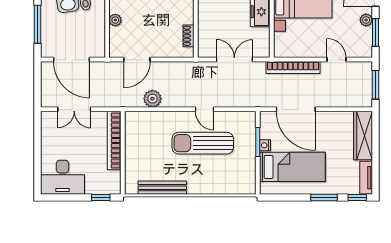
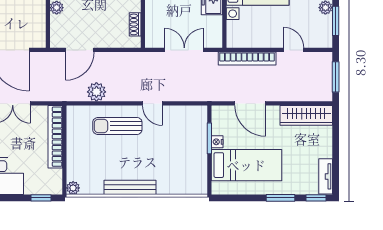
door: (296, 109) -> (250, 103), width x0.73
wardrobe: (363, 135) -> (306, 115), moved, turned -90
sun lounger: (203, 143) -> (117, 126), moved, width x0.73, depth x0.75
plant: (131, 188) -> (73, 188), added
bench: (162, 188) -> (130, 187), moved

